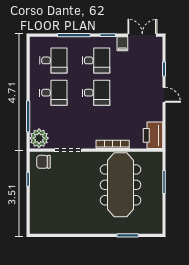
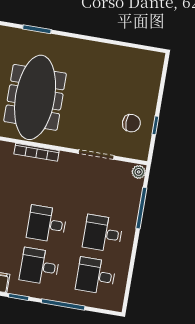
plant: (39, 138) -> (139, 172), width x0.53, depth x0.53
chair: (43, 162) -> (131, 123), moved

